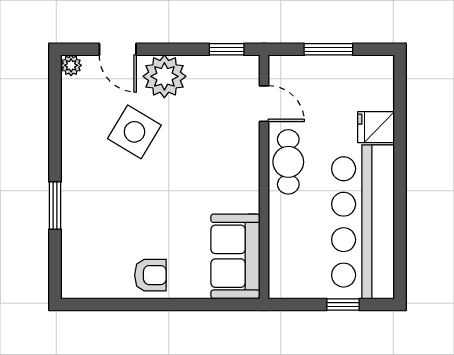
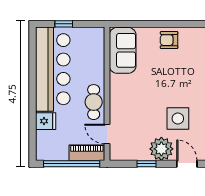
window: (227, 49) -> (146, 164), moved
window: (328, 49) -> (72, 164), width x2.11
piano: (301, 69) -> (87, 153), added
side table: (134, 132) -> (178, 118), turned -31

